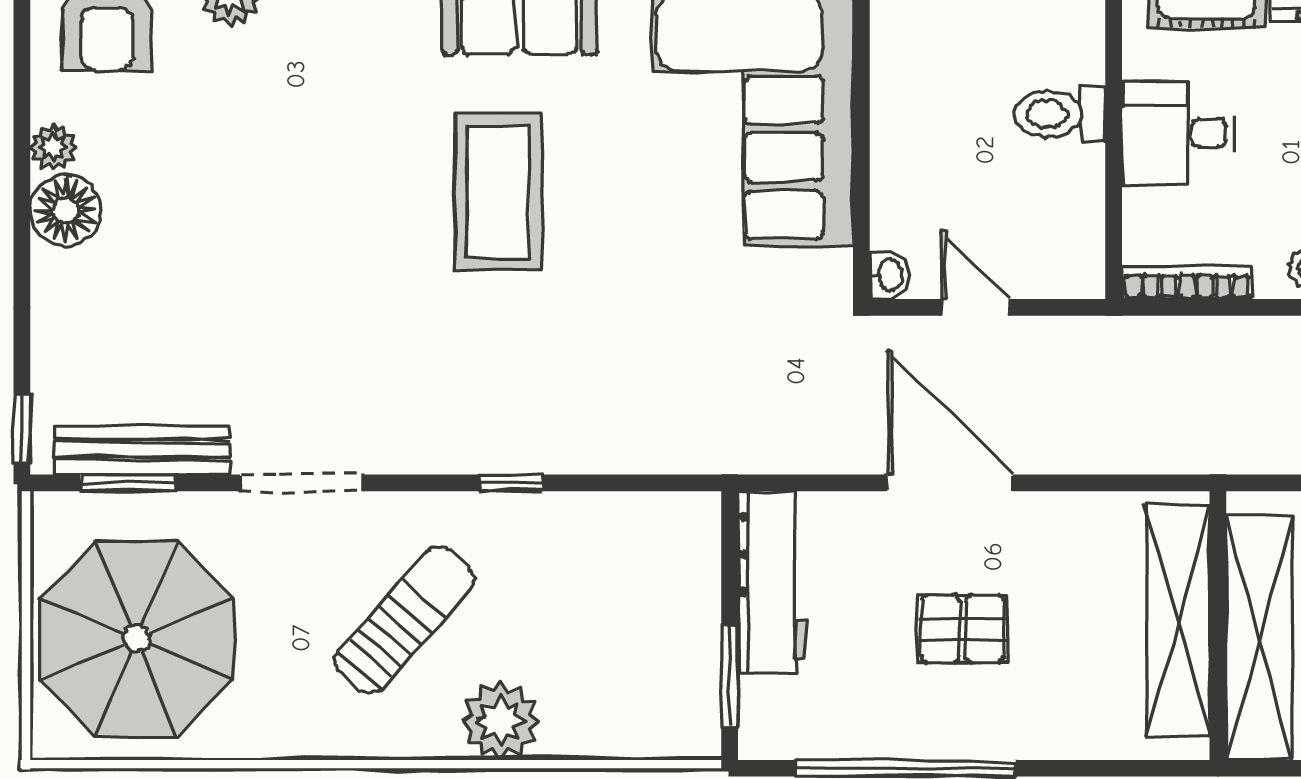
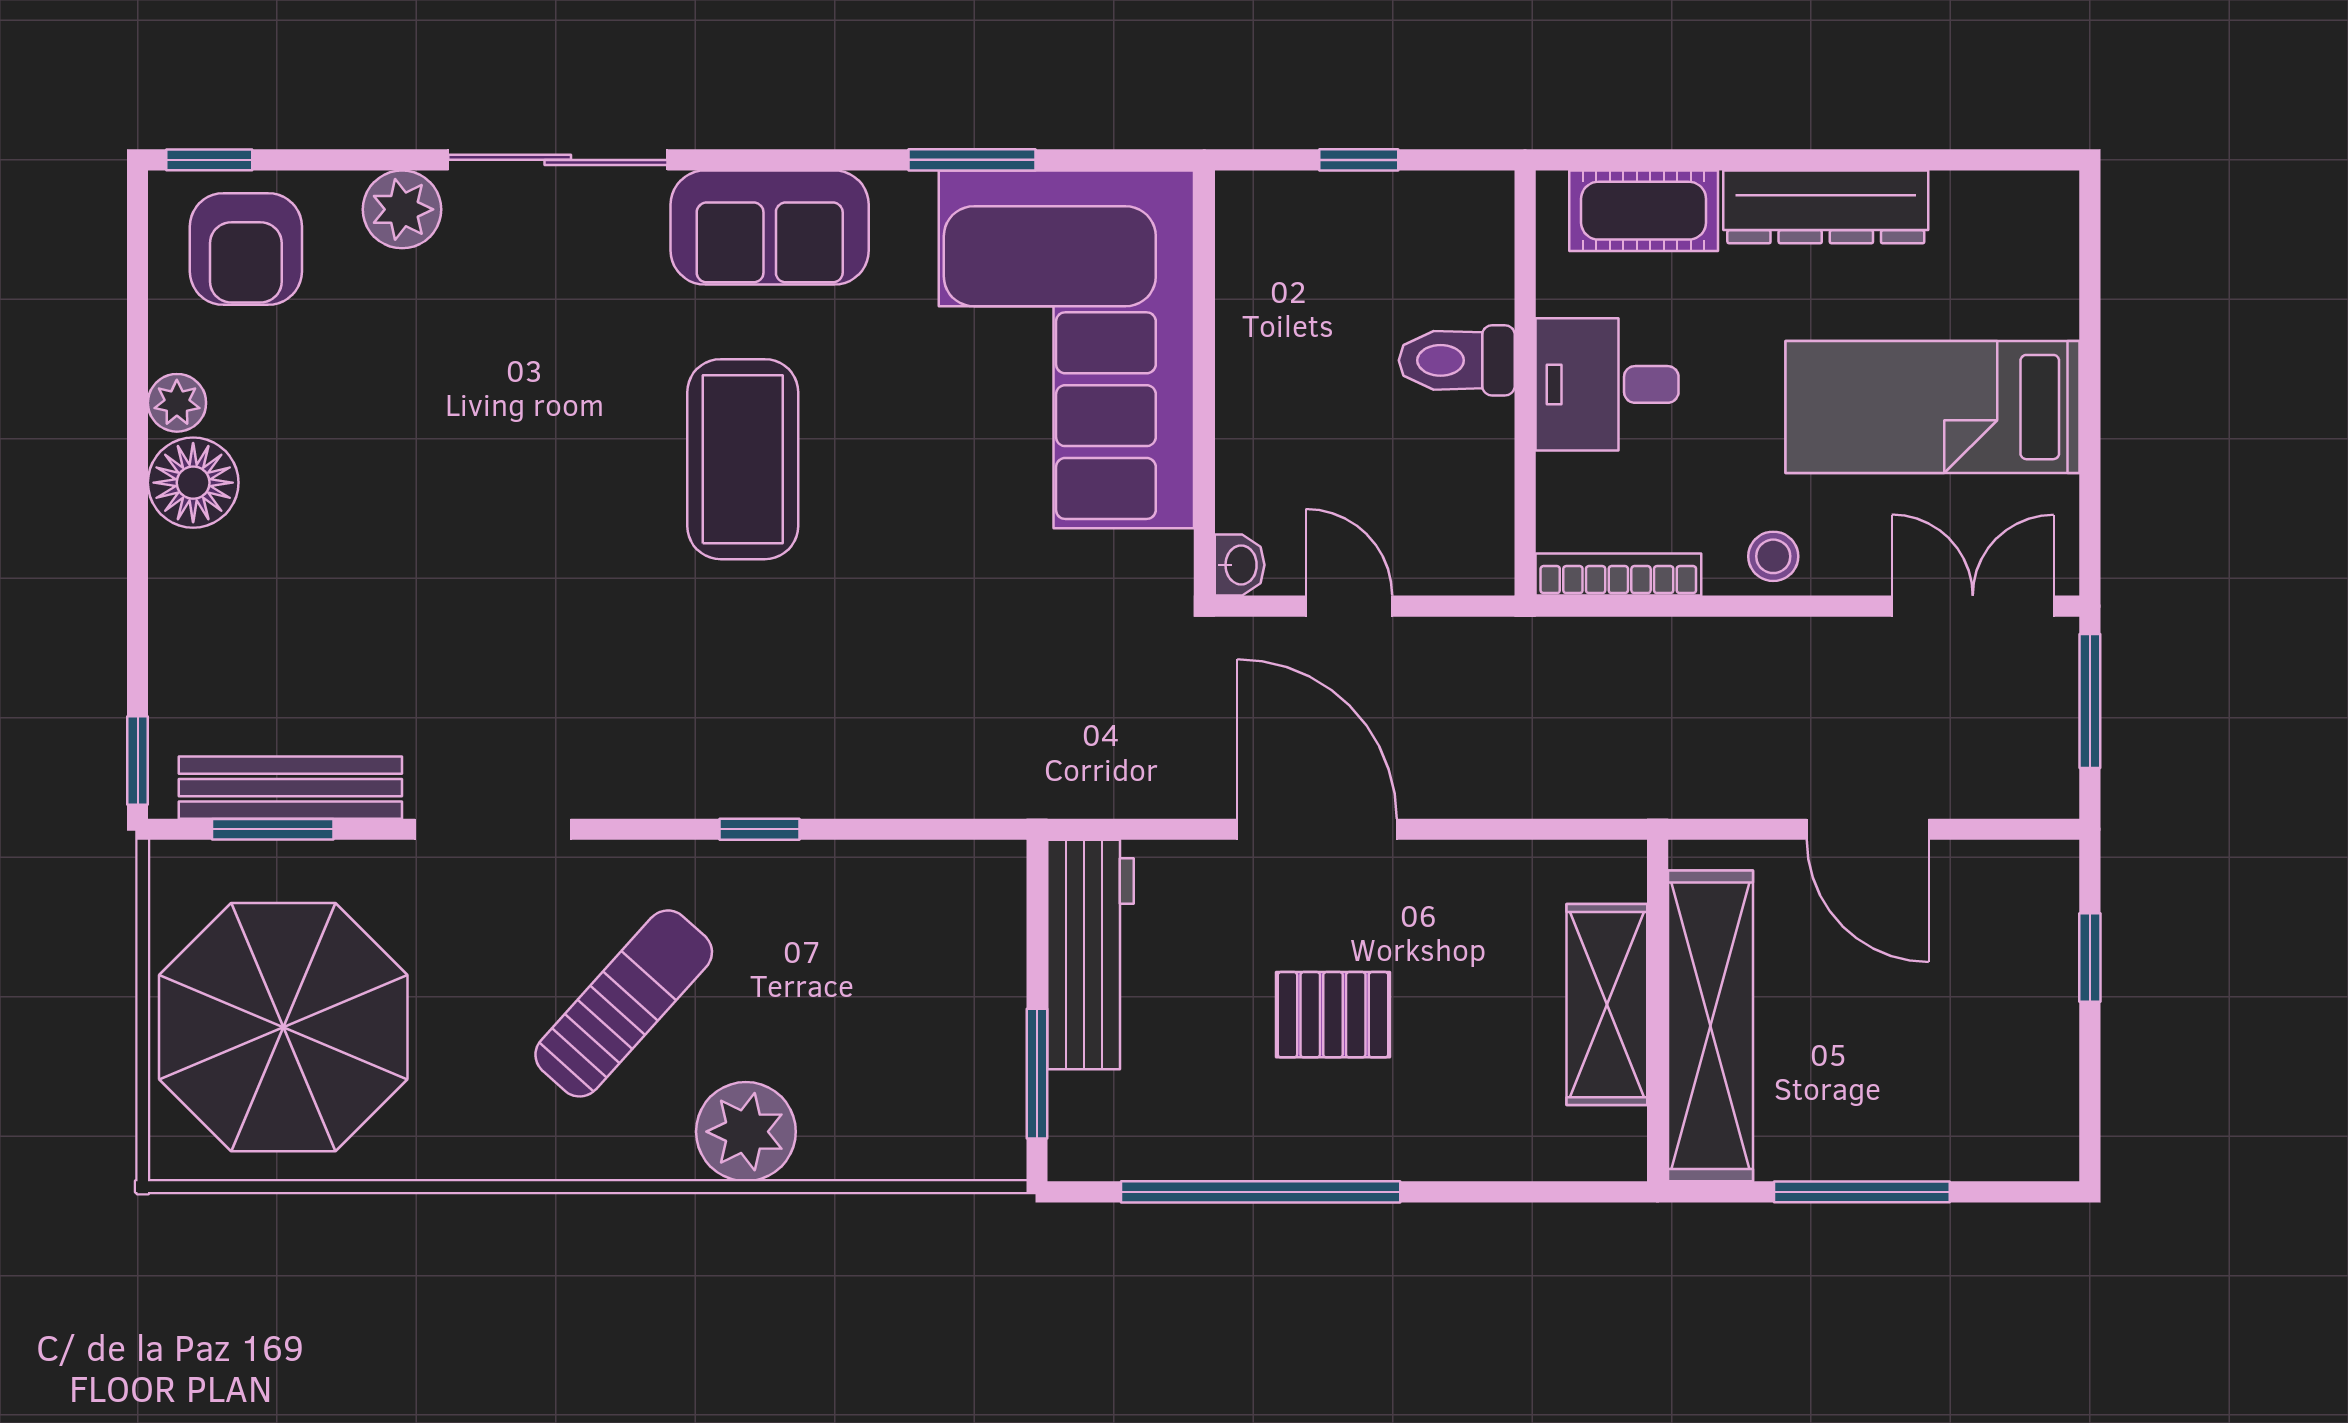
shelving: (1178, 621) -> (1607, 1005), width x0.68

